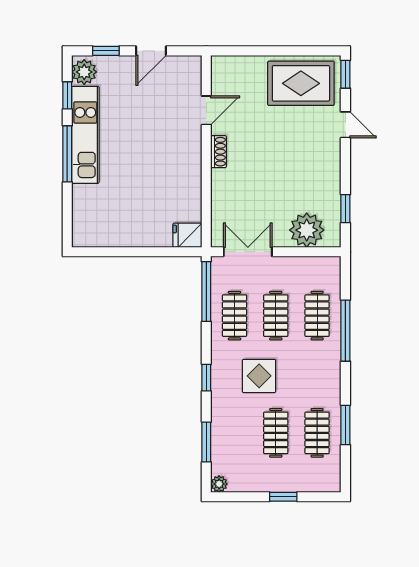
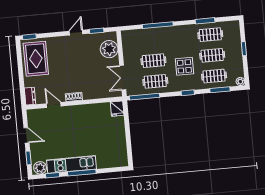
dresser: (228, 65) -> (30, 96), added
door: (345, 125) -> (76, 33), moved
clothes rail: (317, 316) -> (214, 76), moved

